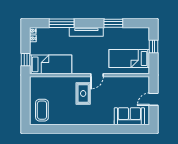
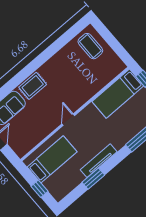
tv unit: (86, 32) -> (99, 161), moved
rug: (83, 93) -> (33, 86), moved, turned 90

